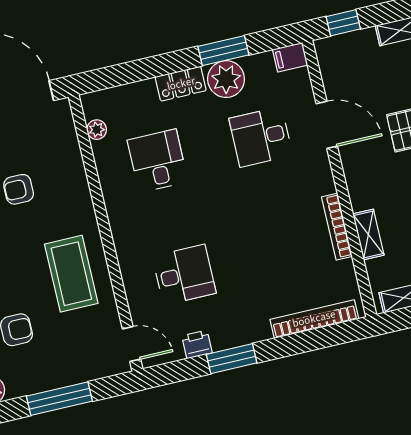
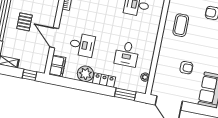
window: (223, 51) -> (125, 94), moved
filing cabinet: (290, 57) -> (57, 66), width x2.00
coffee table: (71, 274) -> (181, 25), width x0.73, depth x0.76

